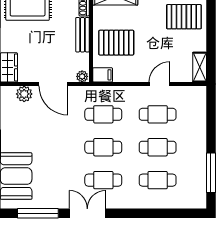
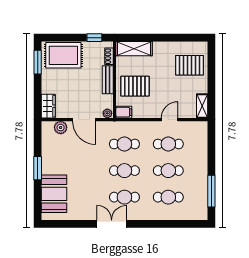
window: (38, 213) -> (72, 224), removed

